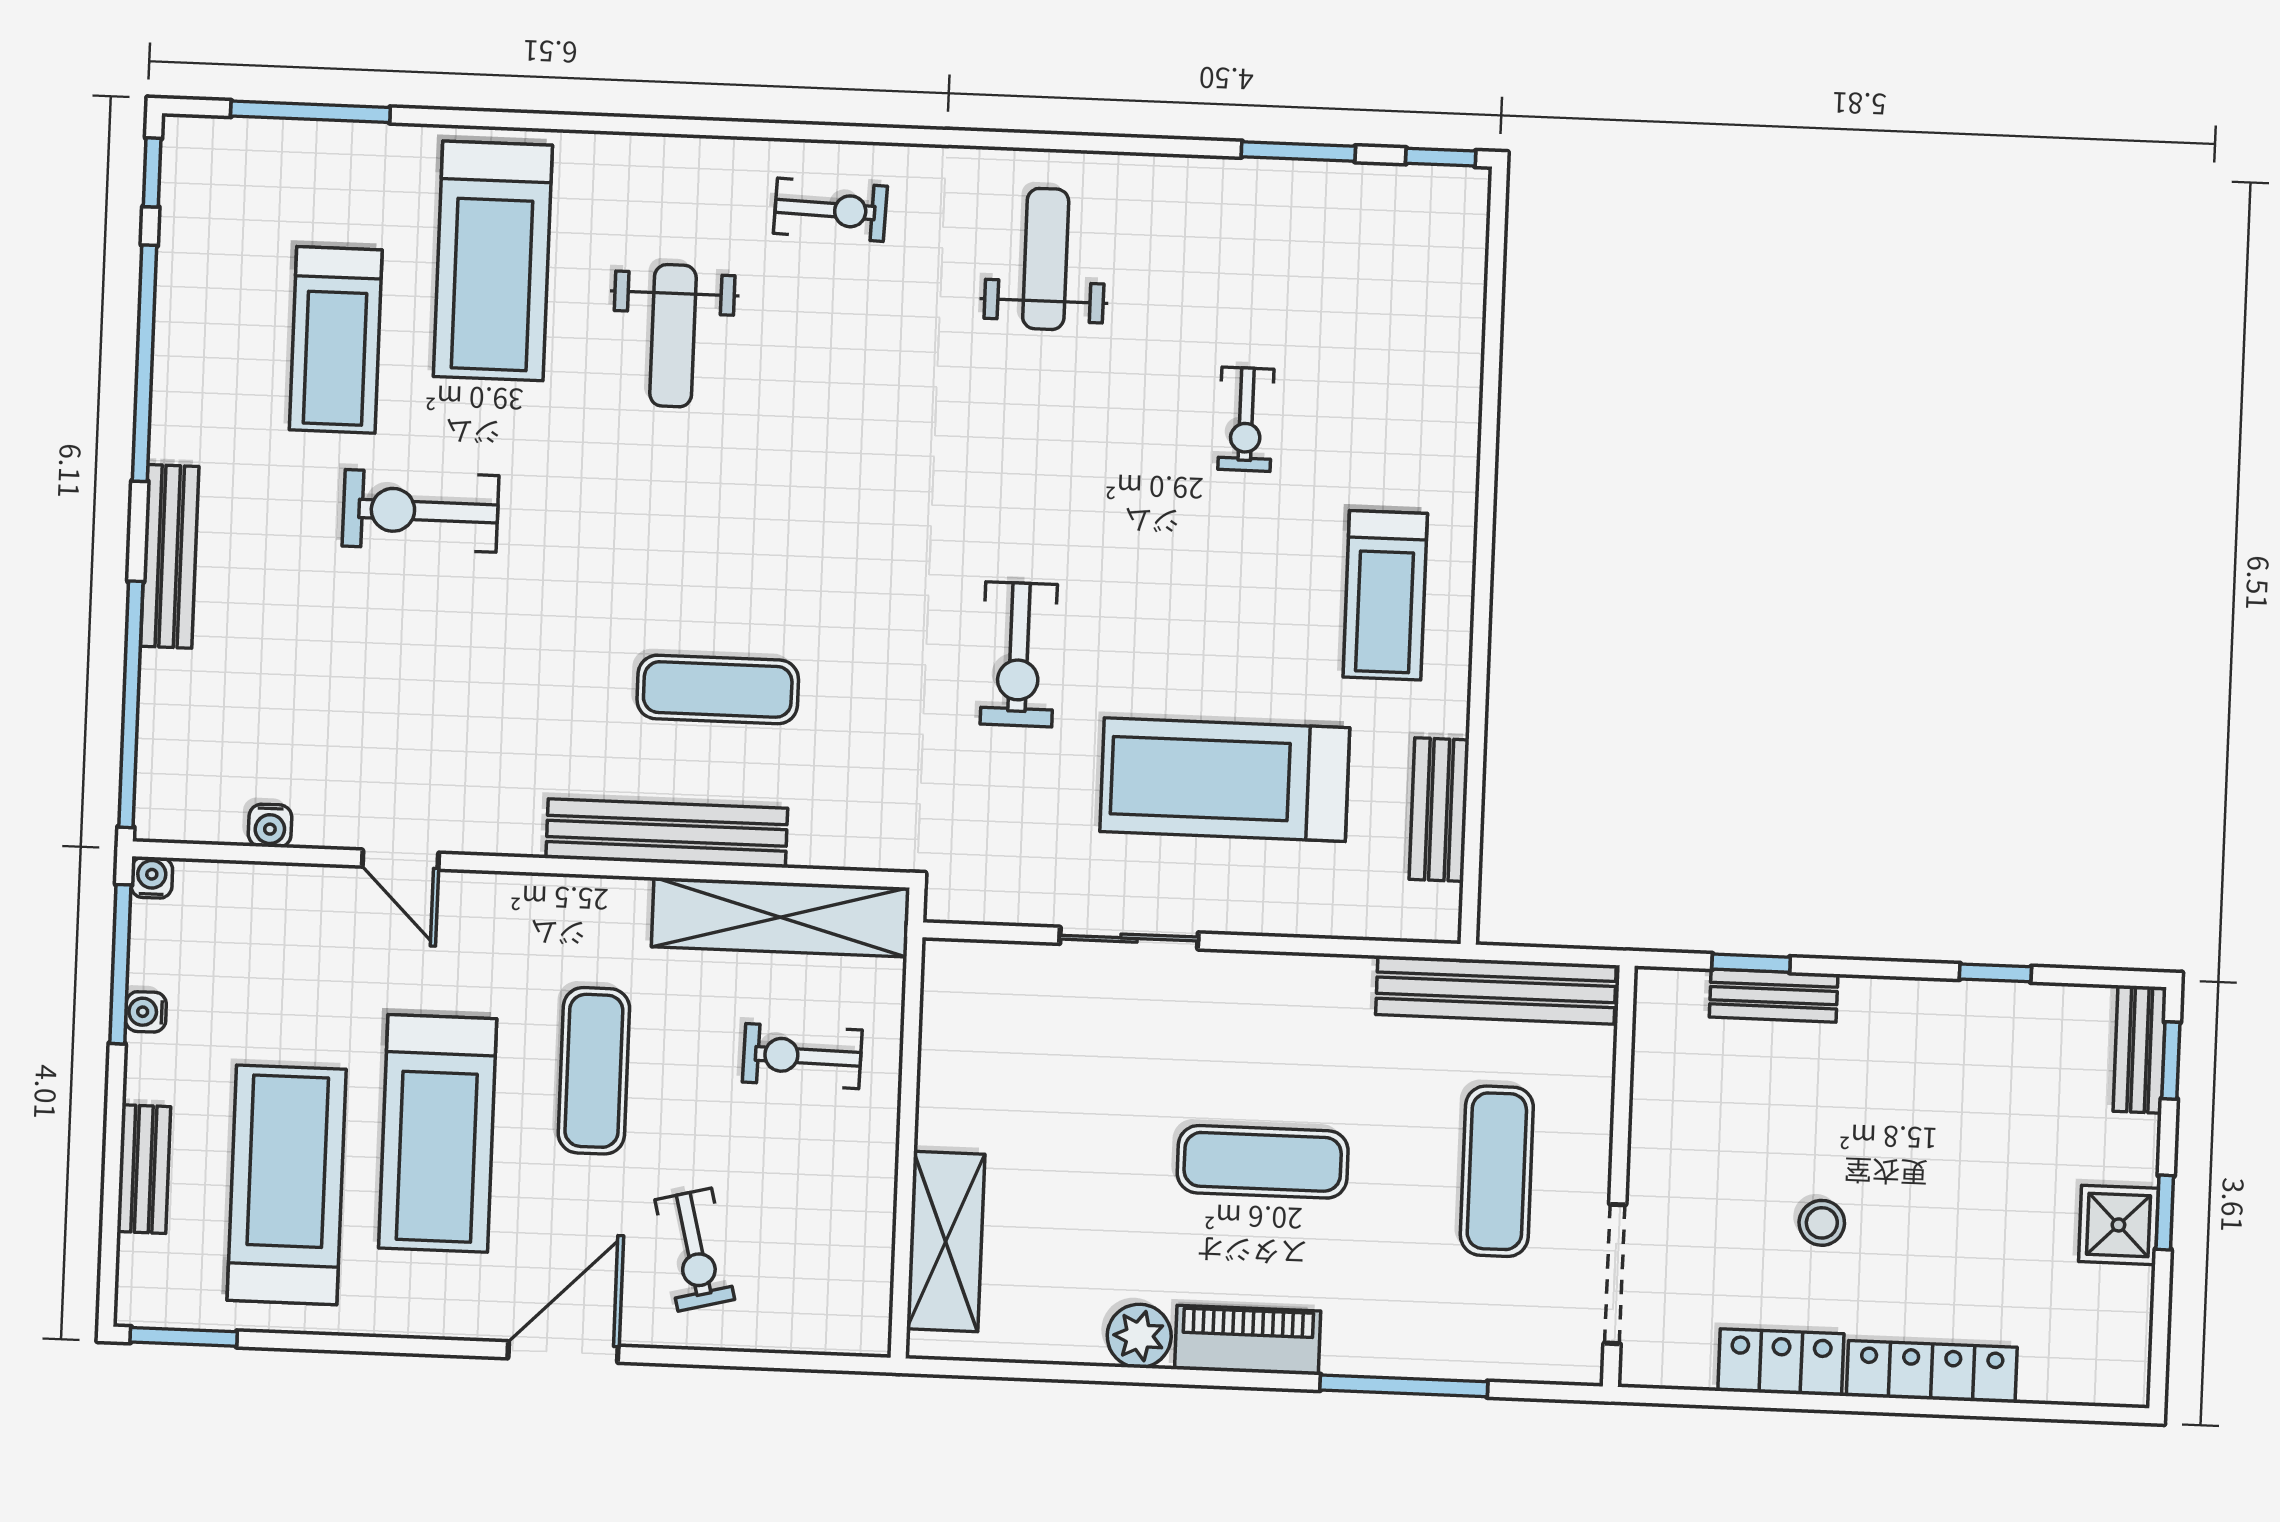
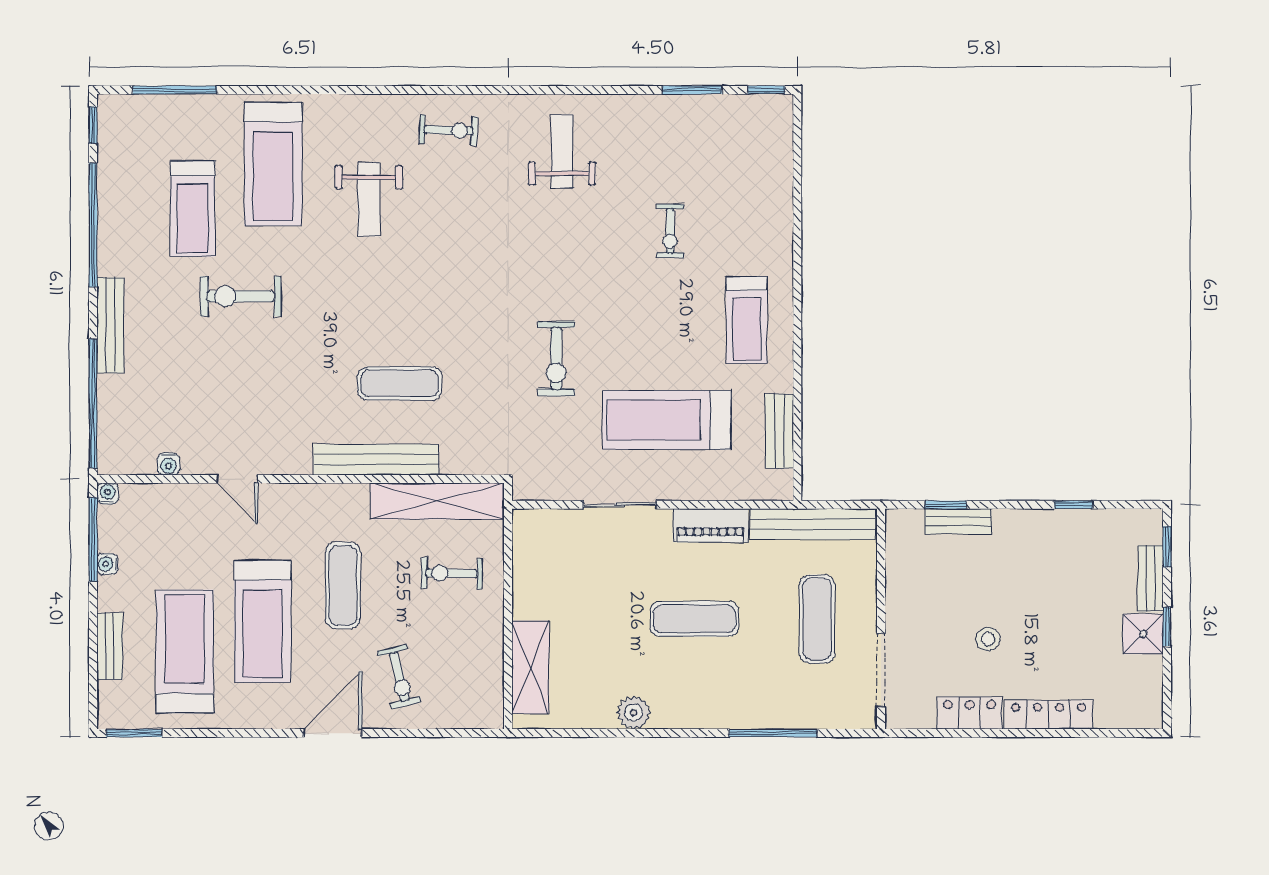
bench: (2140, 1049) -> (1151, 578), moved
piano: (1248, 1340) -> (710, 525), moved, turned 180

